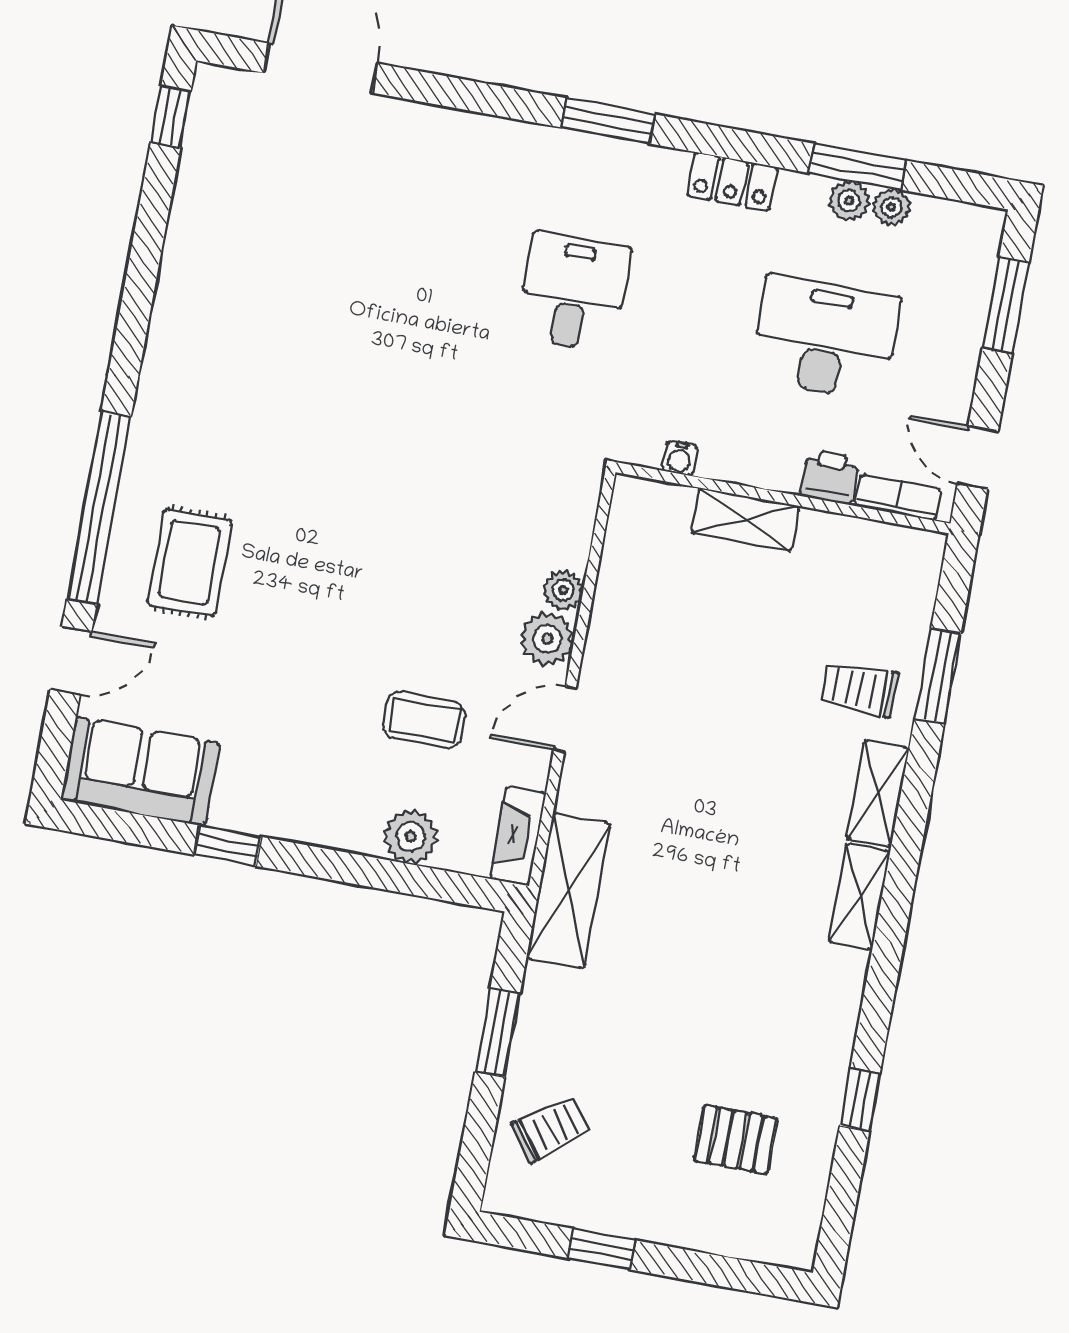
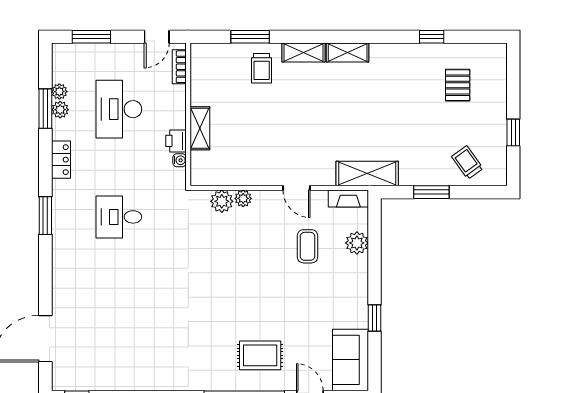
printer: (830, 477) -> (176, 141), moved
plant: (547, 639) -> (222, 201), moved

